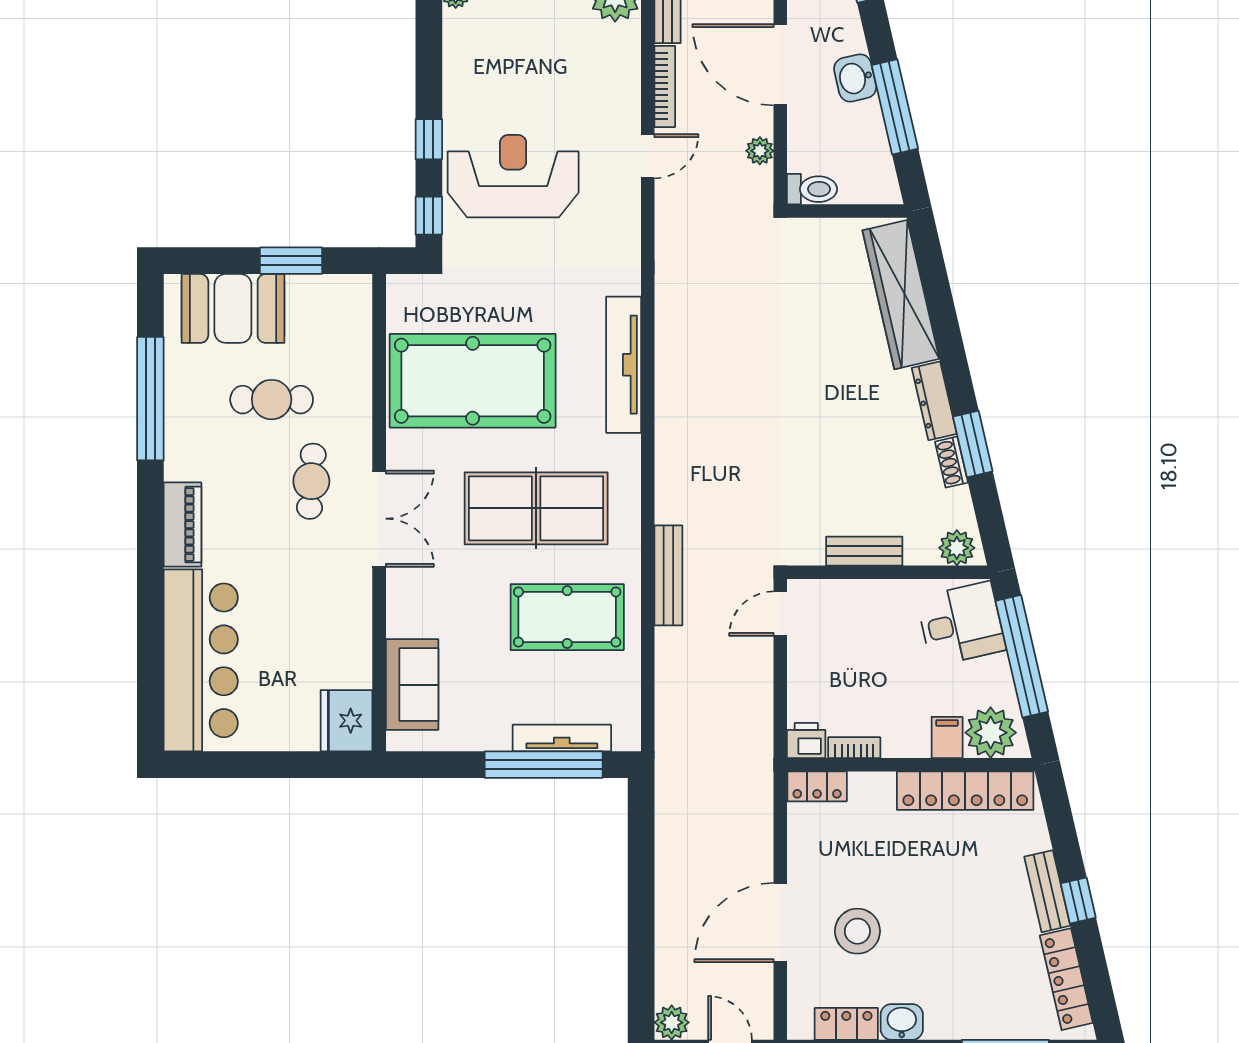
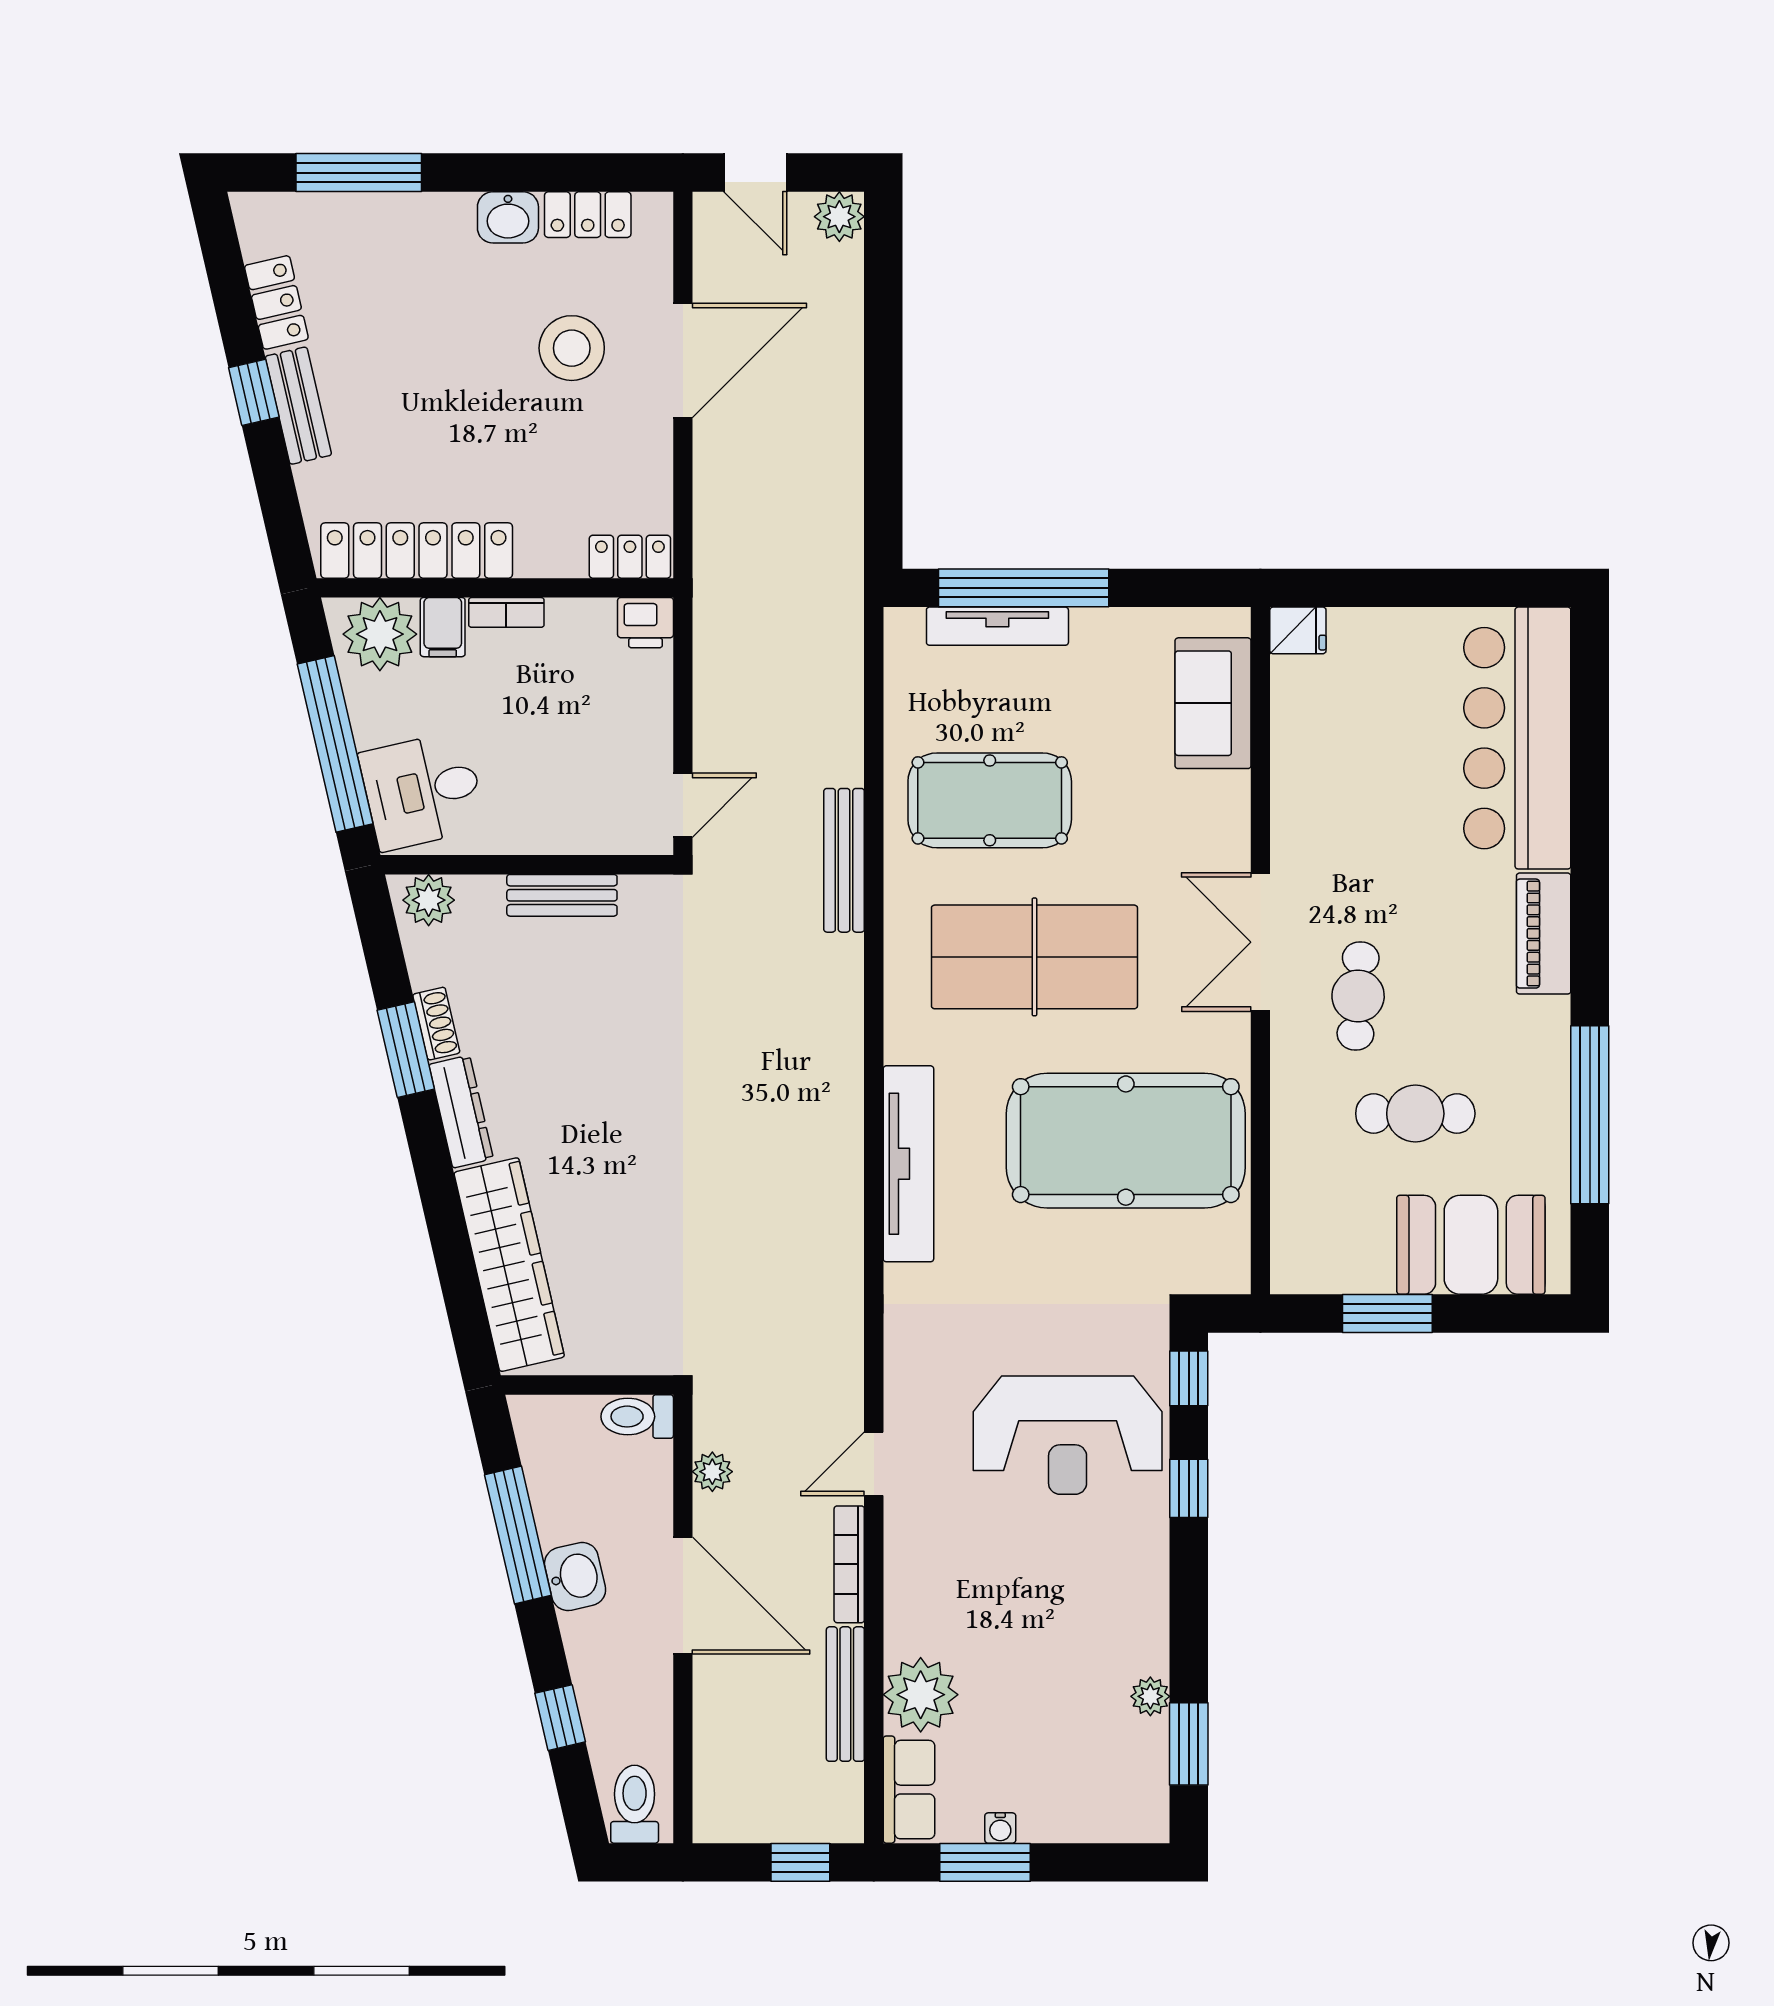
fridge: (347, 721) -> (1298, 630), width x0.53, depth x0.75
bookcase: (854, 748) -> (506, 612), moved
locker: (1066, 979) -> (276, 302), width x0.66

